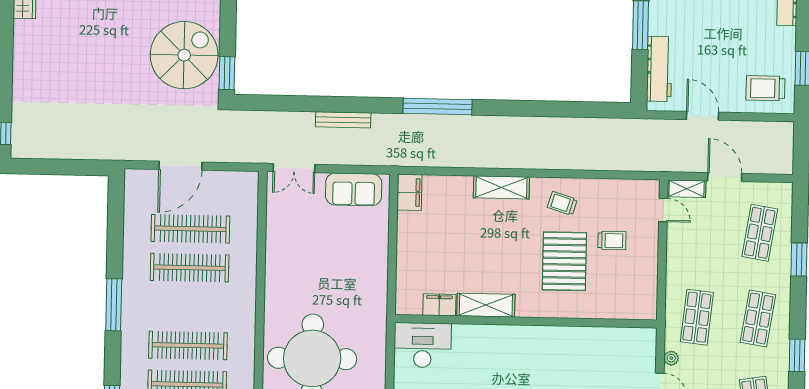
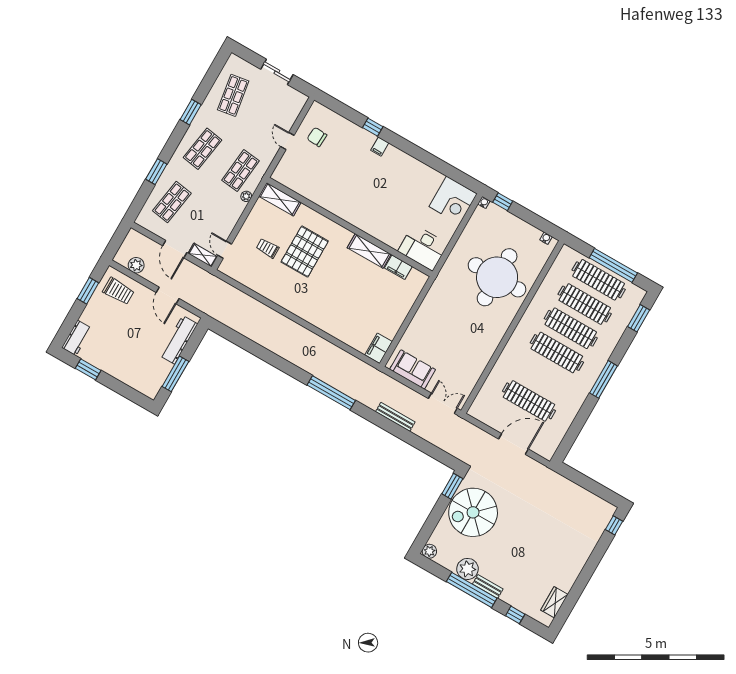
plant: (761, 132) -> (136, 265), added
shelving: (501, 187) -> (280, 199), moved
trolley: (562, 203) -> (286, 289), removed
clothes rail: (190, 268) -> (557, 352), moved
plant: (671, 358) -> (246, 196), moved

